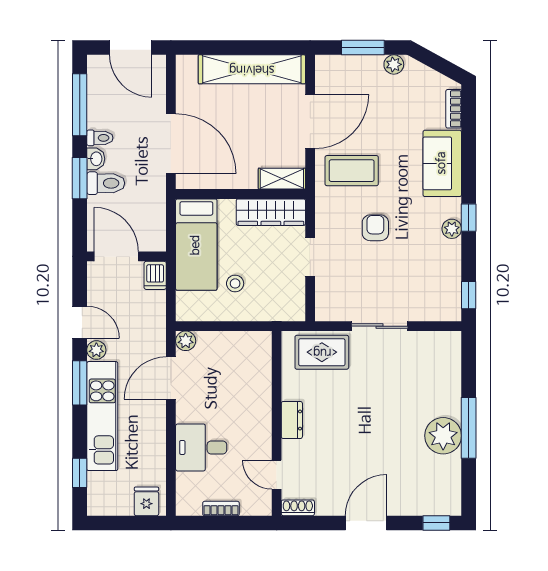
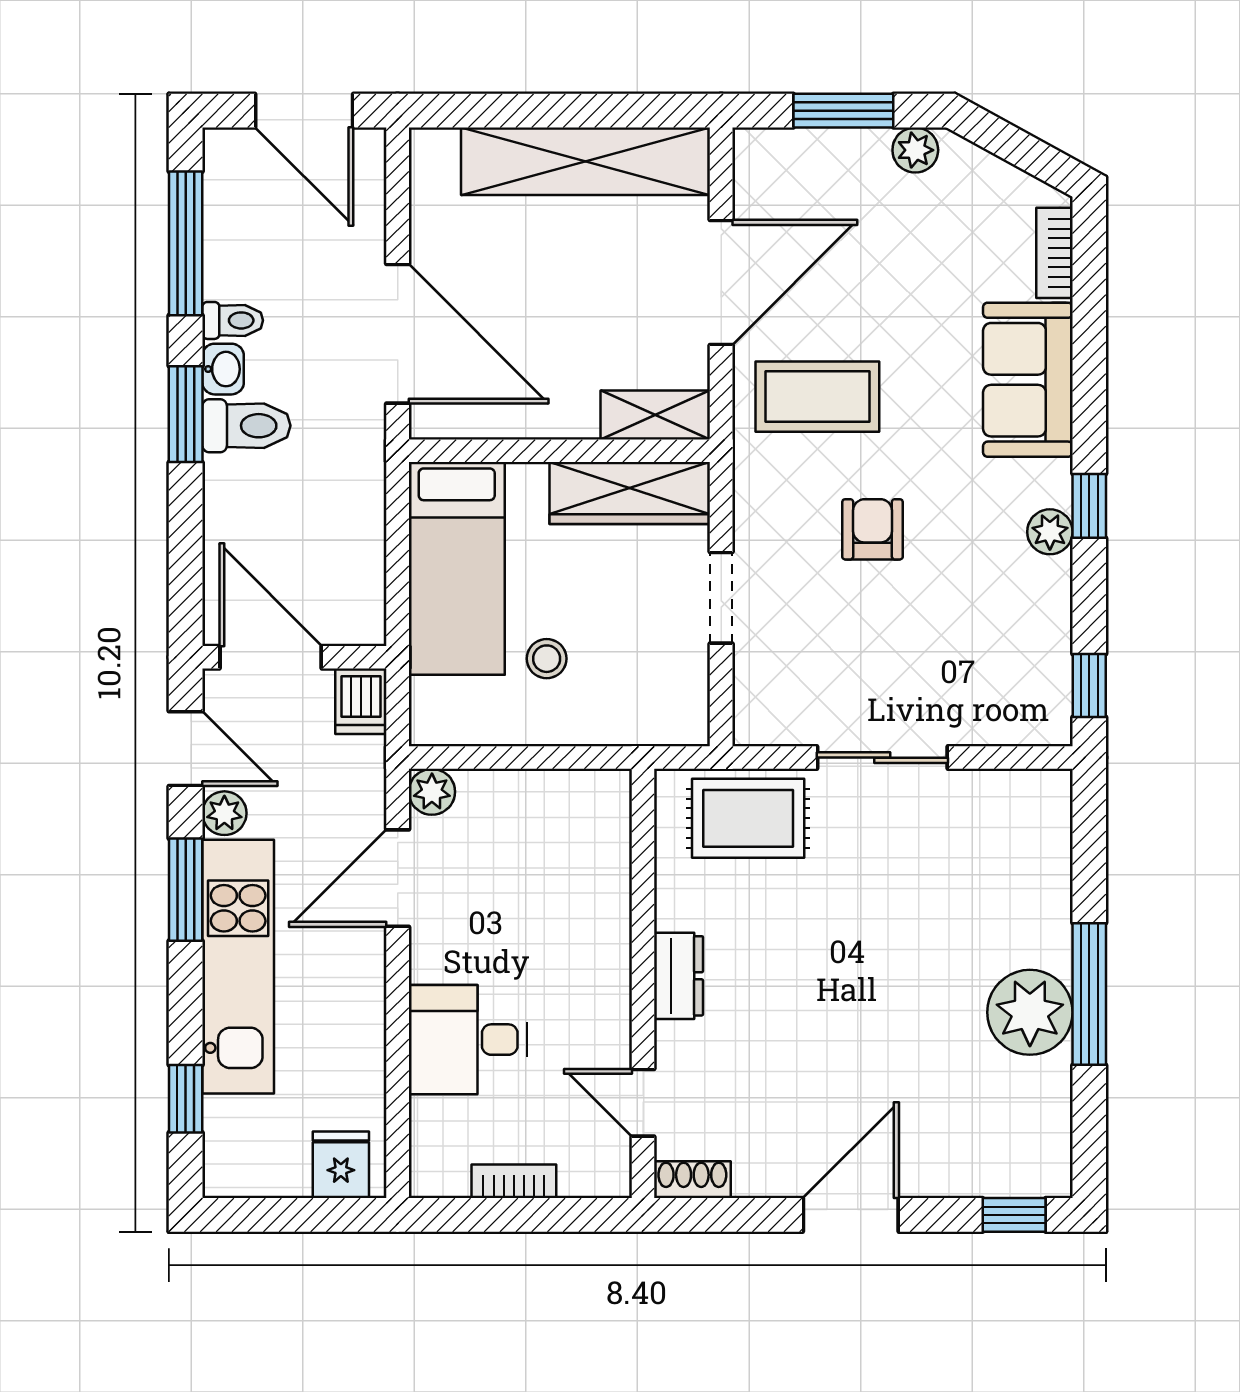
door: (116, 256) -> (271, 657), moved
wall: (126, 256) -> (294, 657), moved
dishwasher: (155, 275) -> (361, 701), moved

